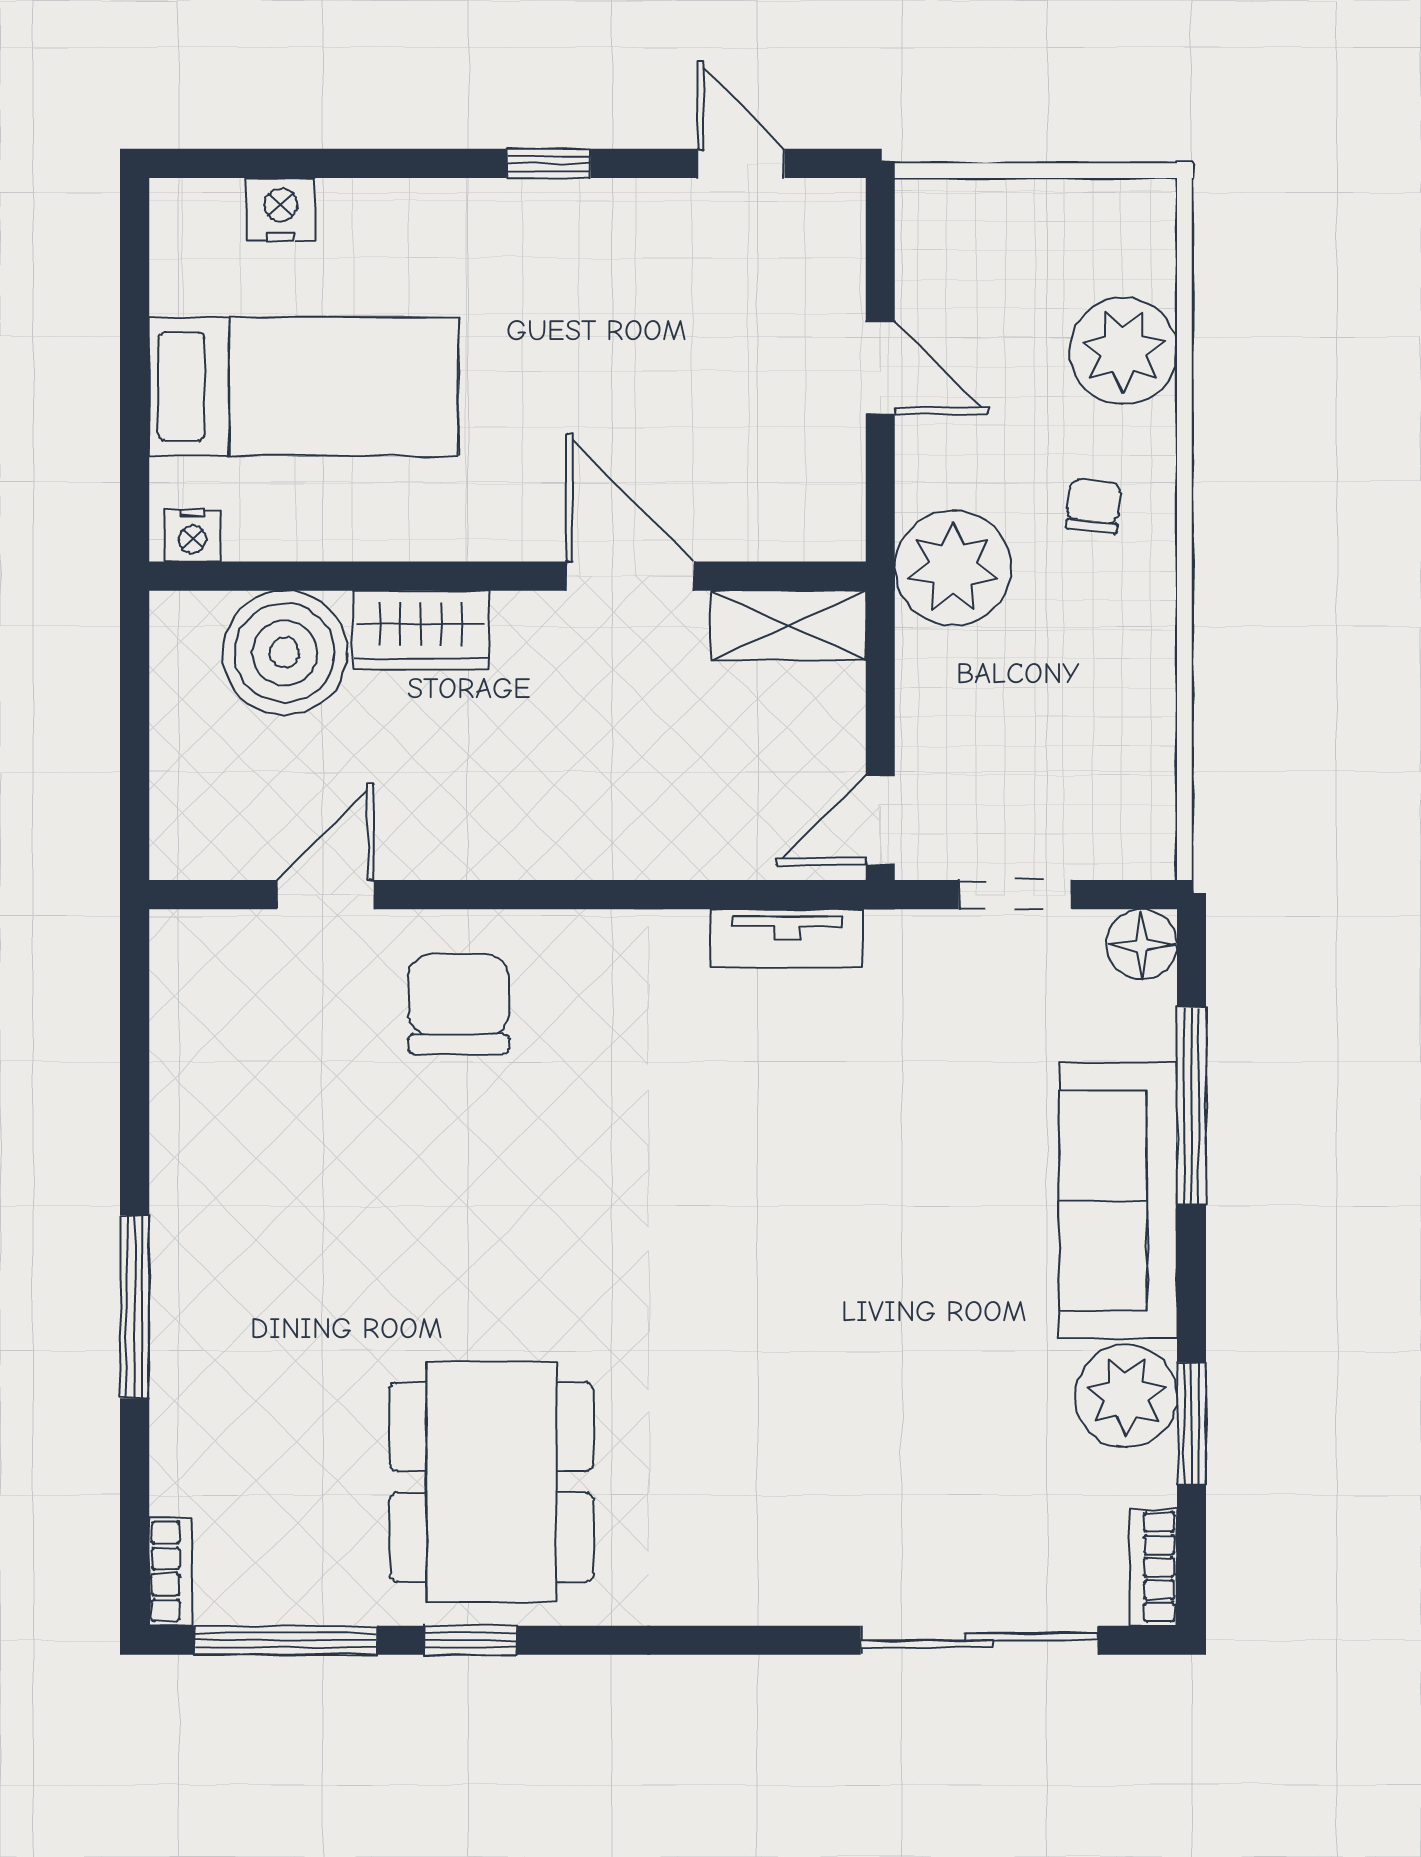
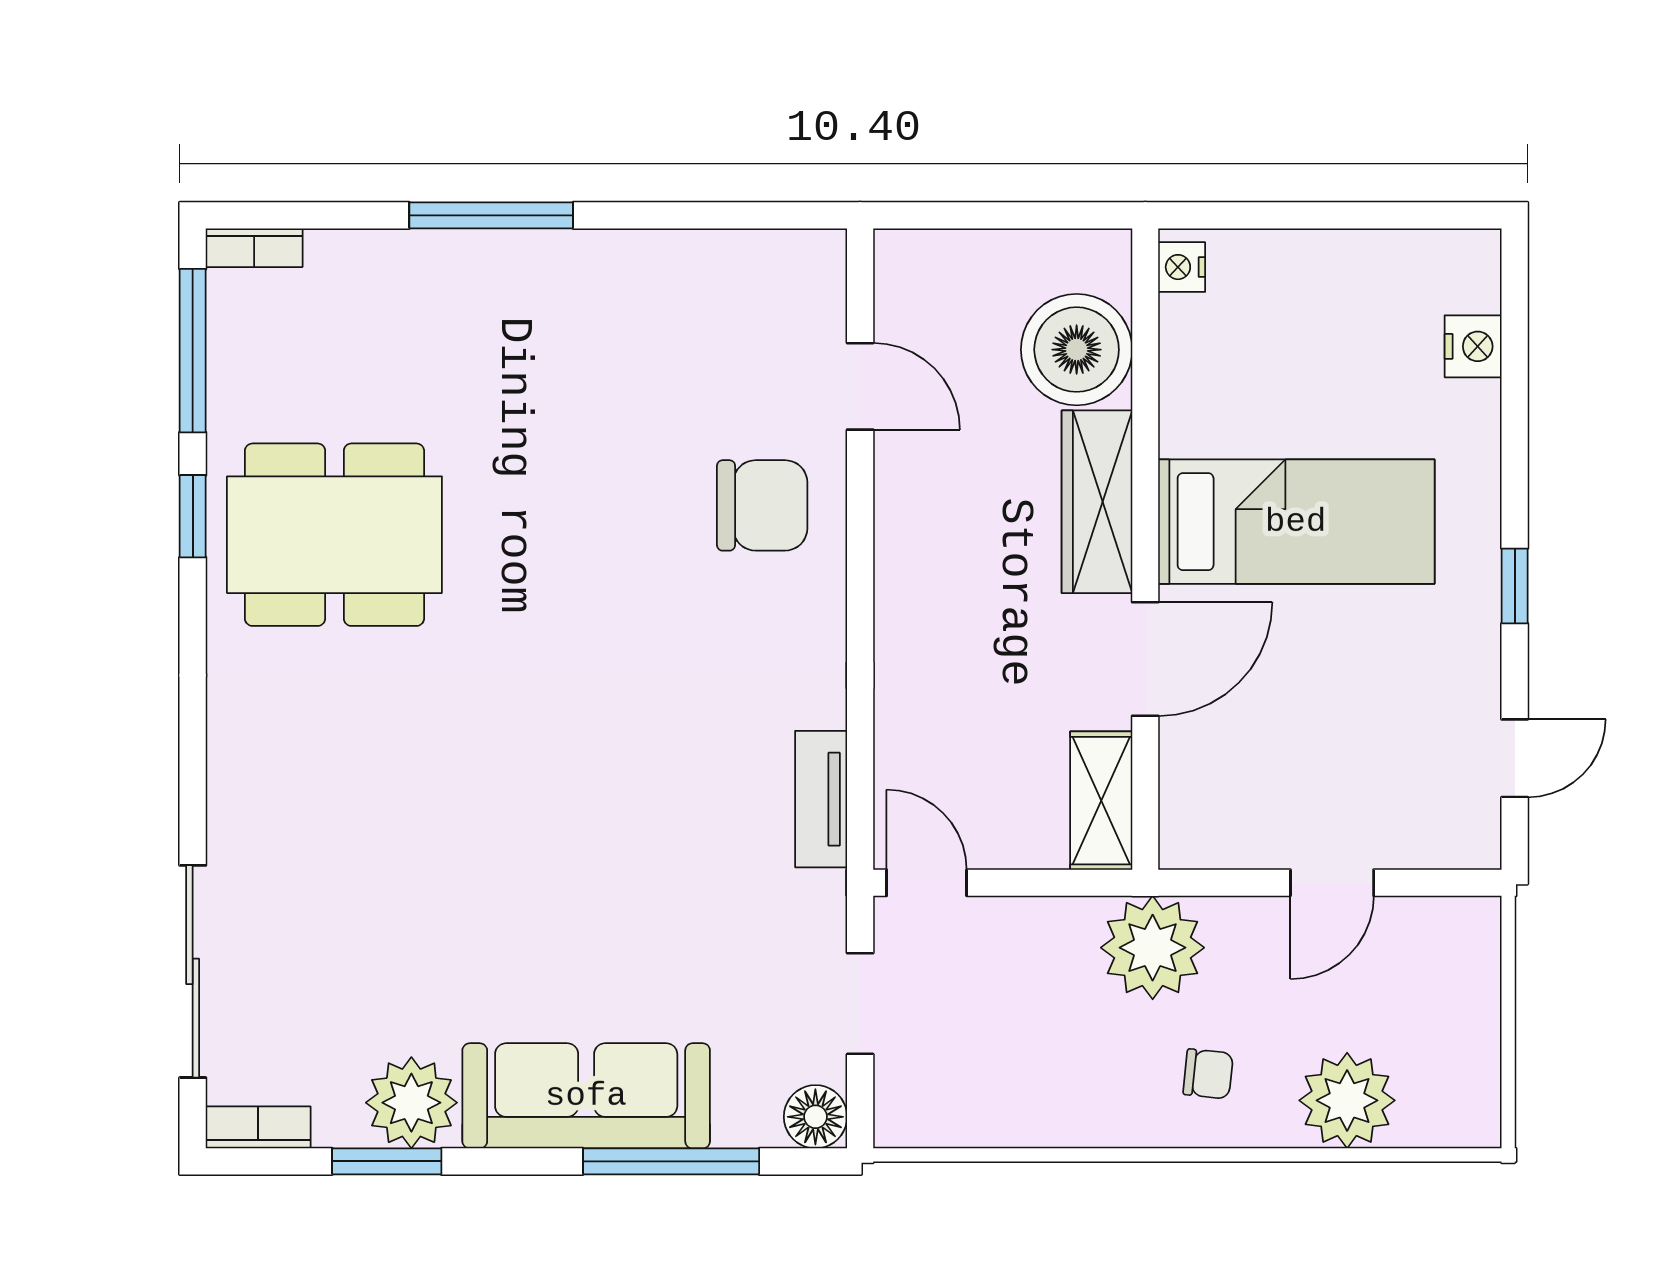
bed: (304, 387) -> (1296, 522), moved, turned -90
wardrobe: (421, 630) -> (1097, 502), width x1.50

